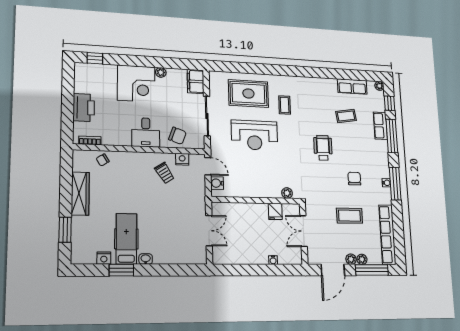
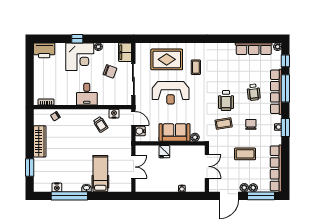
window: (95, 58) -> (77, 39), moved
row of seats: (352, 87) -> (254, 49), width x1.48
printer: (84, 108) -> (44, 50), moved, turned 90
coffee table: (346, 116) -> (224, 124), moved
row of seats: (380, 126) -> (276, 92), width x2.02
chair: (177, 136) -> (110, 71), moved
wheelchair: (355, 139) -> (254, 92), added
wheelchair: (323, 148) -> (226, 100), turned 180
window: (395, 184) -> (285, 127), width x0.69
sofa: (261, 186) -> (175, 133), added
fridge: (275, 211) -> (164, 152), moved
double door: (304, 231) -> (207, 166), swing flipped
hospital bed: (126, 239) -> (100, 174), moved
window: (121, 270) -> (69, 196), width x2.11

